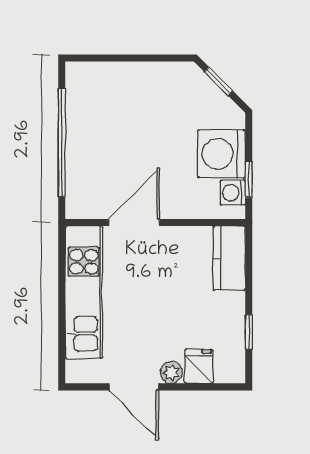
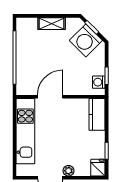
shelving: (137, 74) -> (52, 24), added
washing machine: (221, 154) -> (86, 40), moved, turned -45
fridge: (199, 366) -> (98, 168), moved

